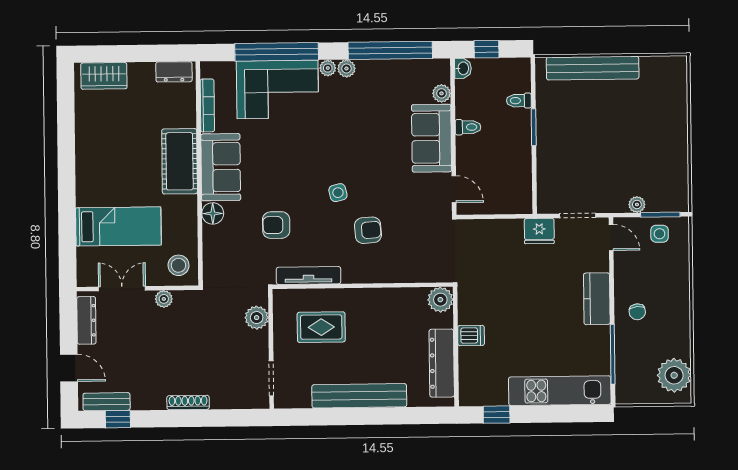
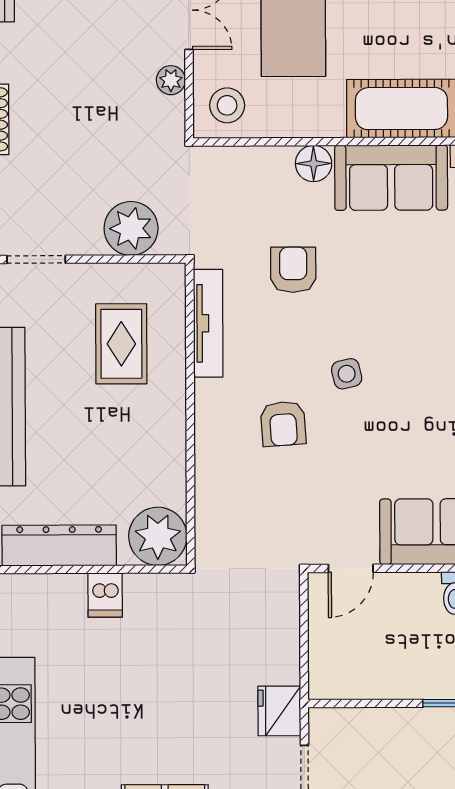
plant: (440, 300) -> (158, 536), width x1.36, depth x1.36
plant: (257, 318) -> (131, 228), width x1.36, depth x1.36

